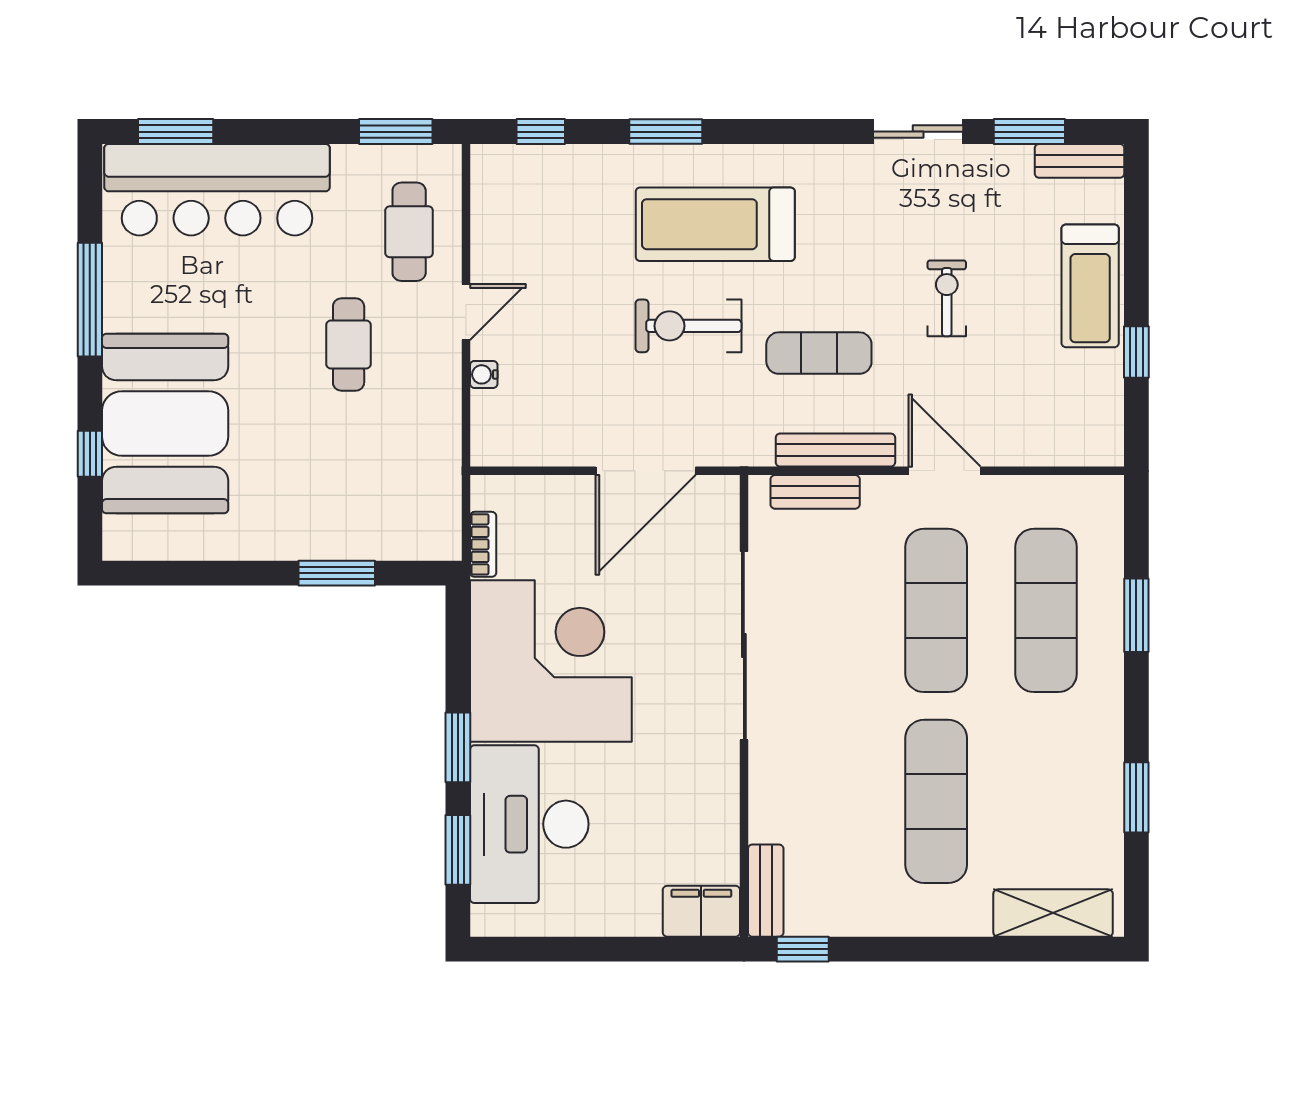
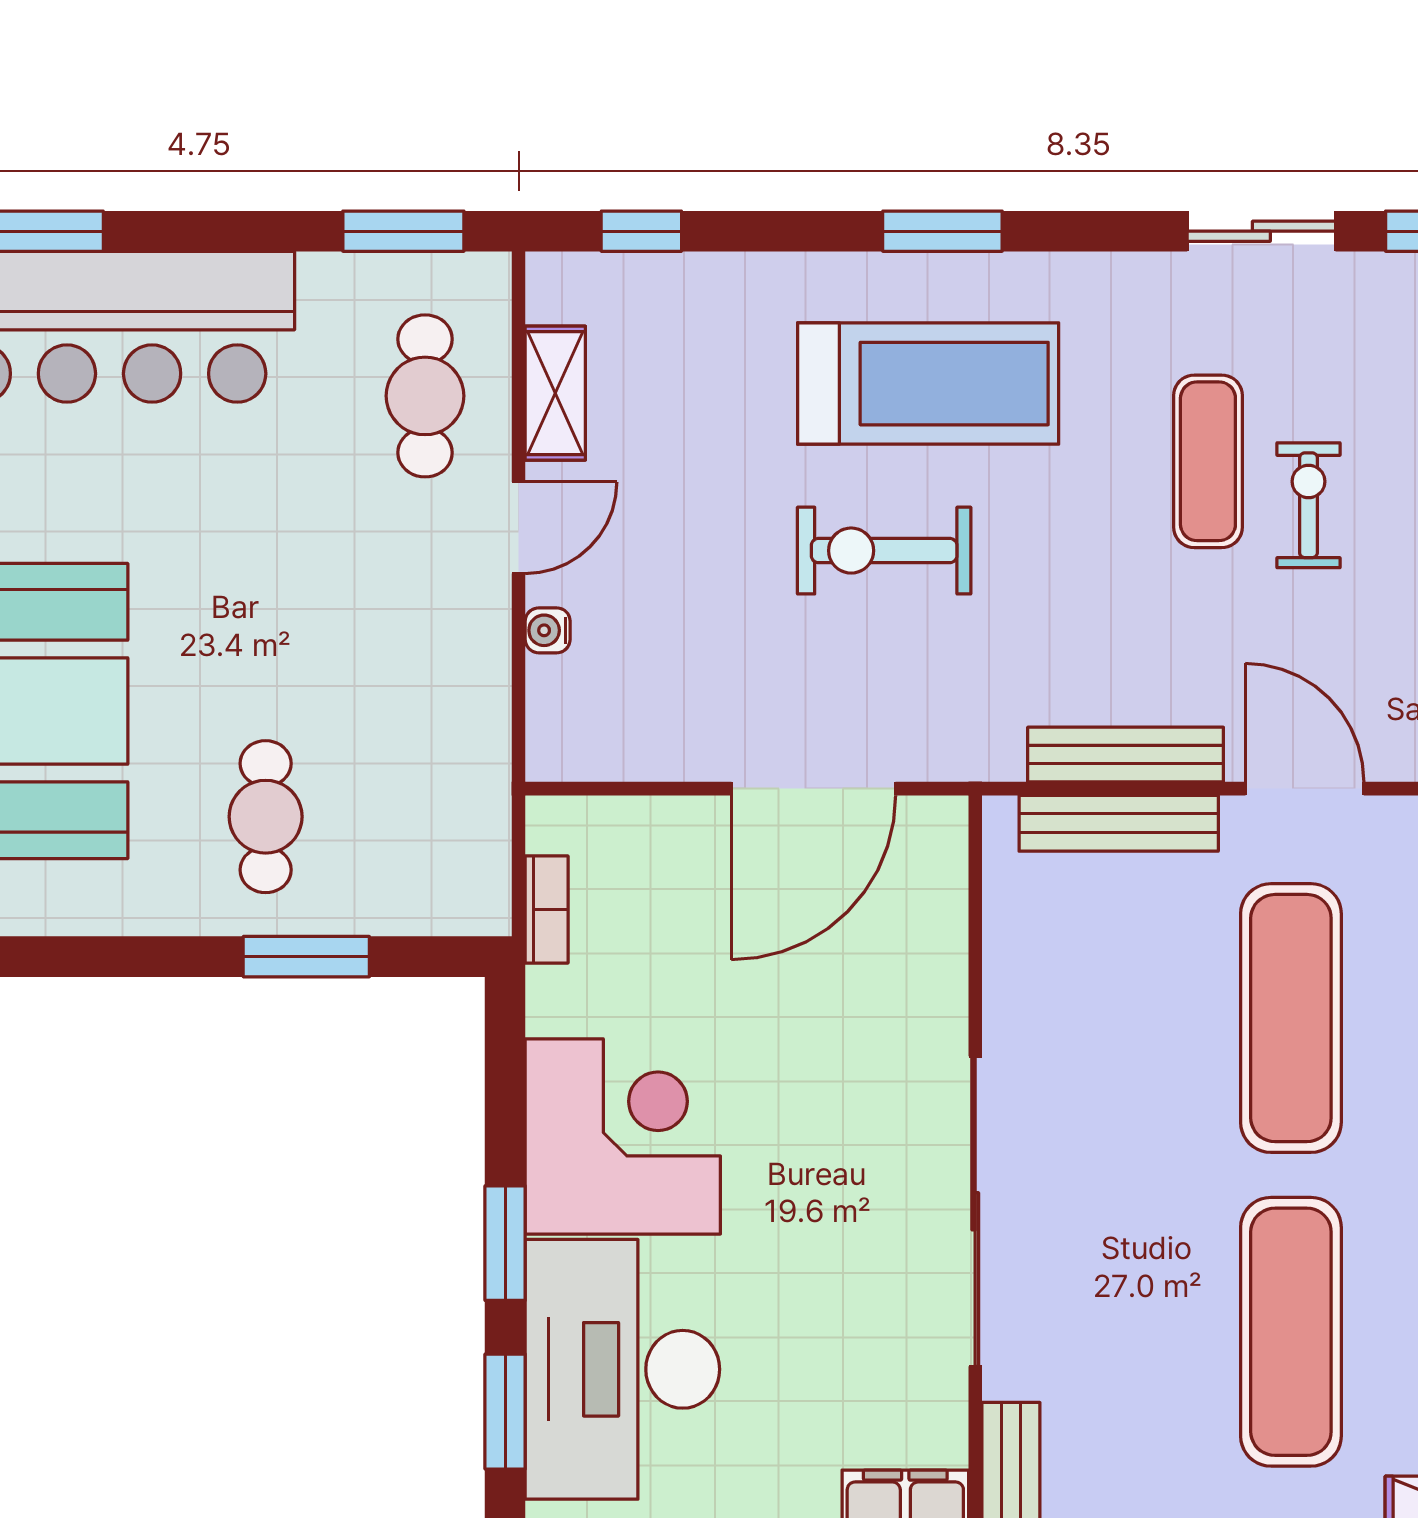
window: (666, 132) -> (942, 231), moved
treadmill: (715, 224) -> (928, 384), turned 180
shelving: (488, 230) -> (555, 393), added
cafe table: (349, 345) -> (266, 817), moved
exercise mat: (819, 353) -> (1208, 461), moved, turned 90
bench: (815, 492) -> (1119, 823), width x1.36
sliding door: (744, 646) -> (975, 1211), moved
corner desk: (551, 661) -> (623, 1136), width x0.74, depth x0.74

